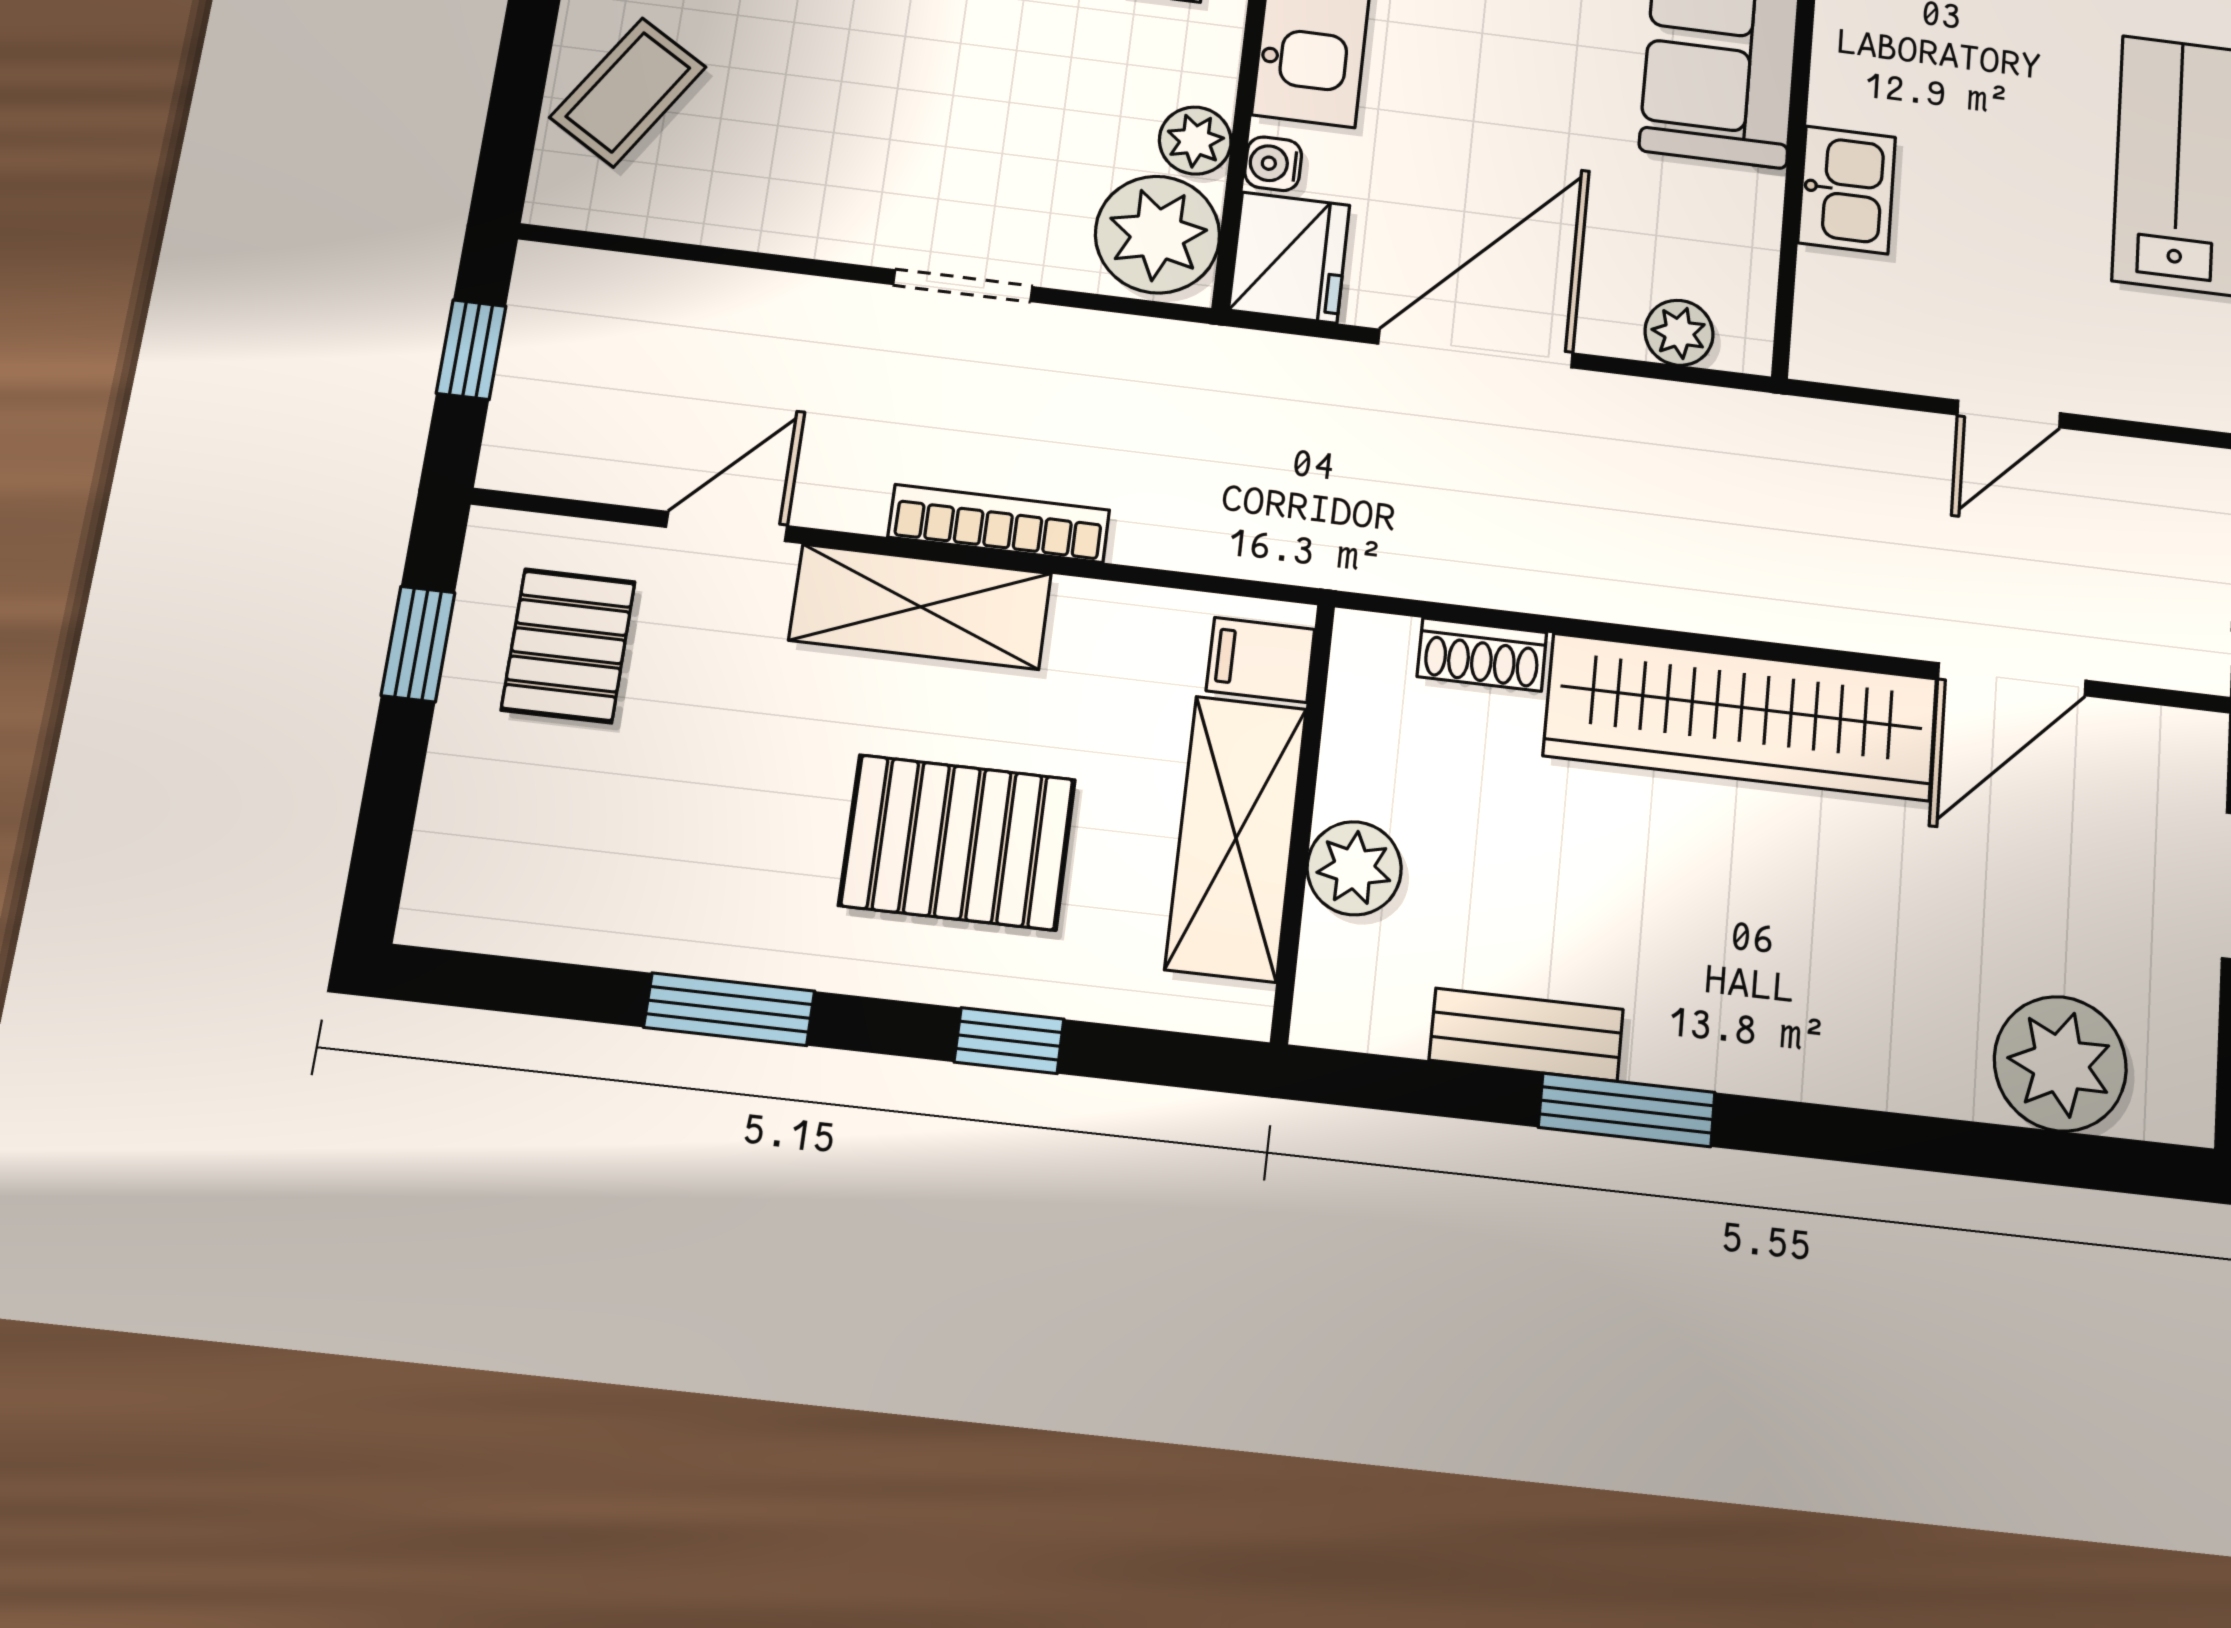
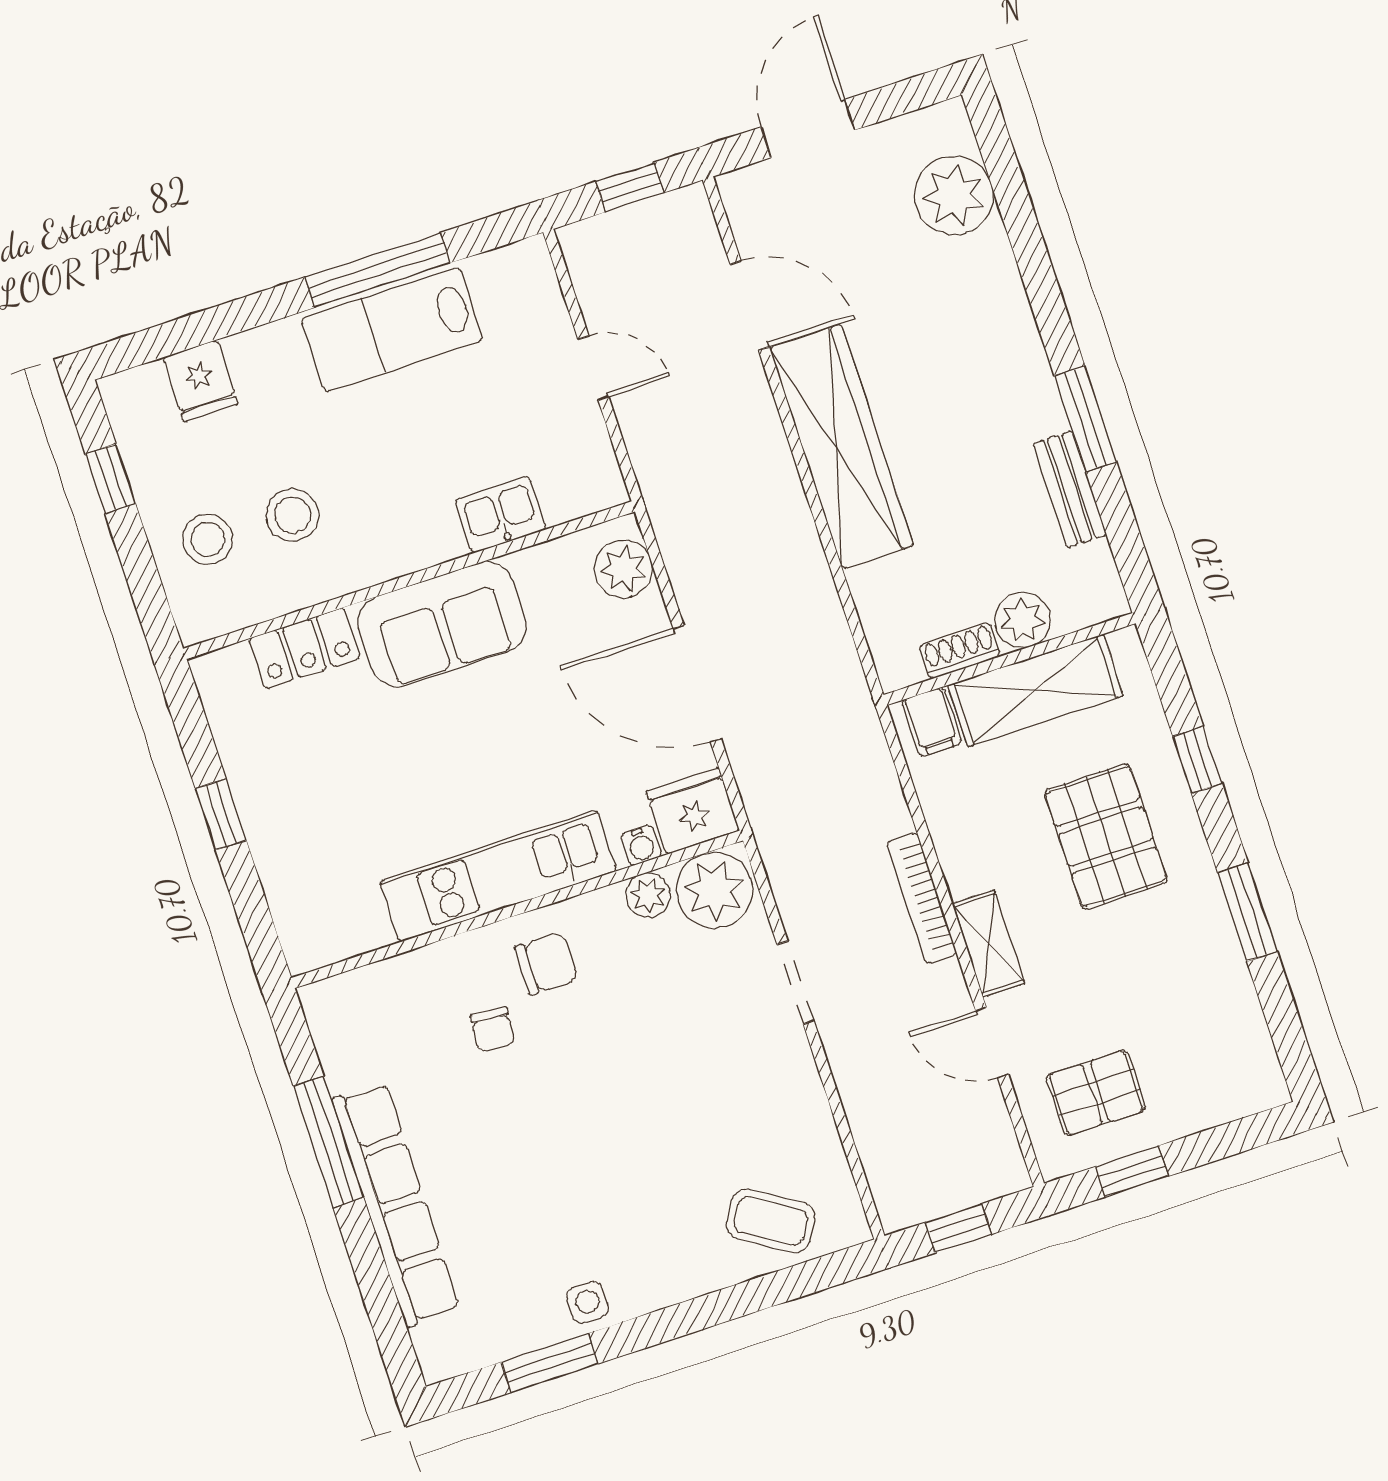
plant: (1679, 333) -> (623, 569), width x1.38, depth x1.38
shelving: (920, 607) -> (988, 943), width x0.67, depth x0.75
shoe rack: (1482, 655) -> (960, 651), moved, turned -90

